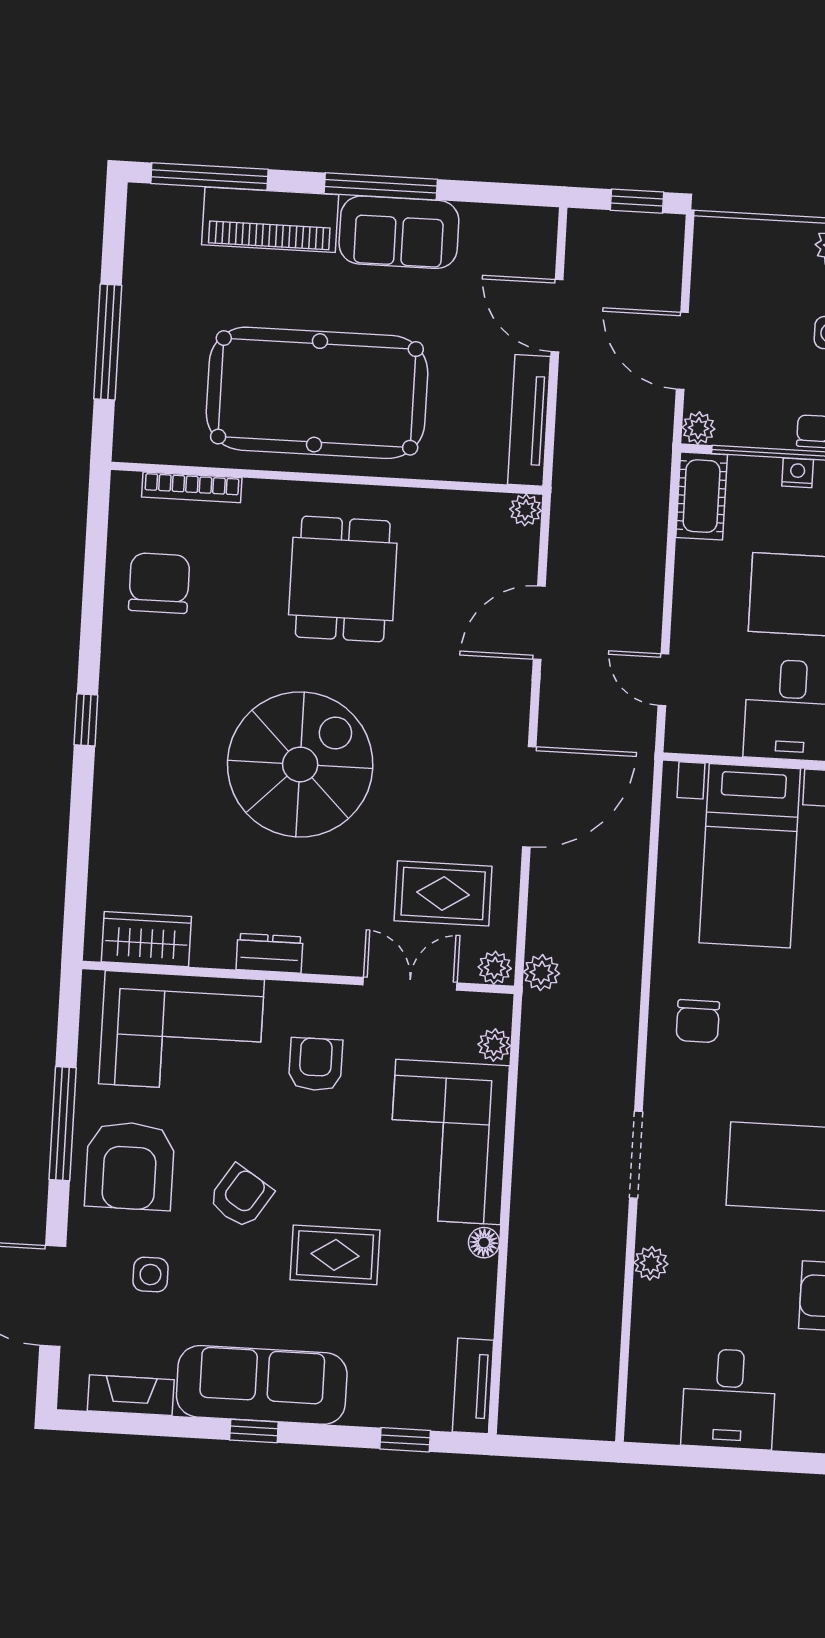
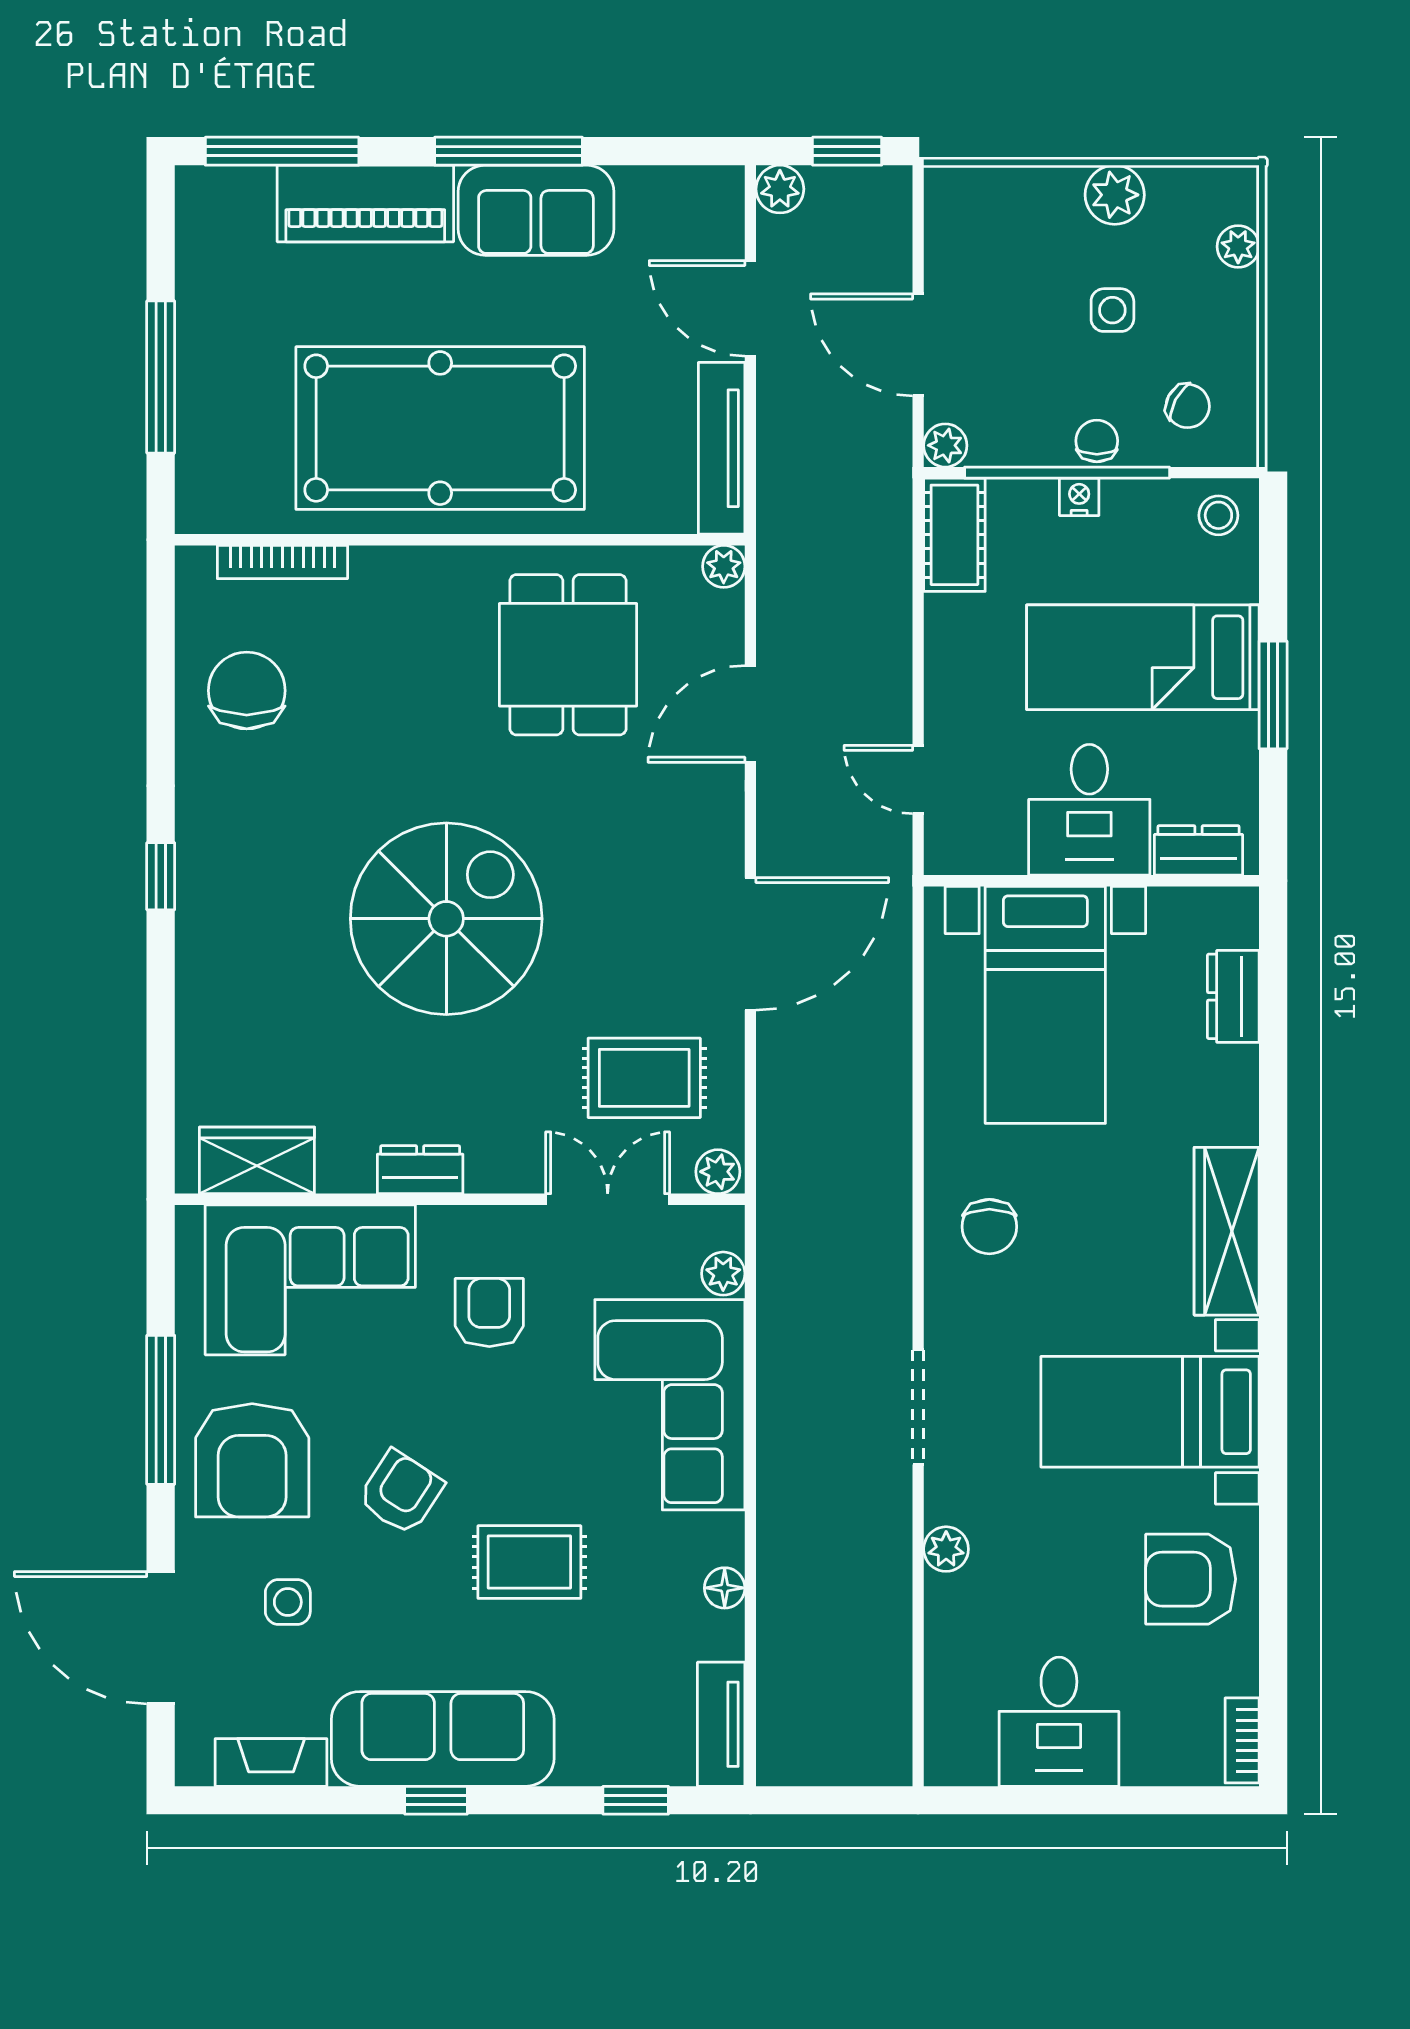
dining table: (343, 579) -> (568, 655), moved
plant: (541, 973) -> (780, 189), moved
floor lamp: (484, 1243) -> (725, 1588), moved

